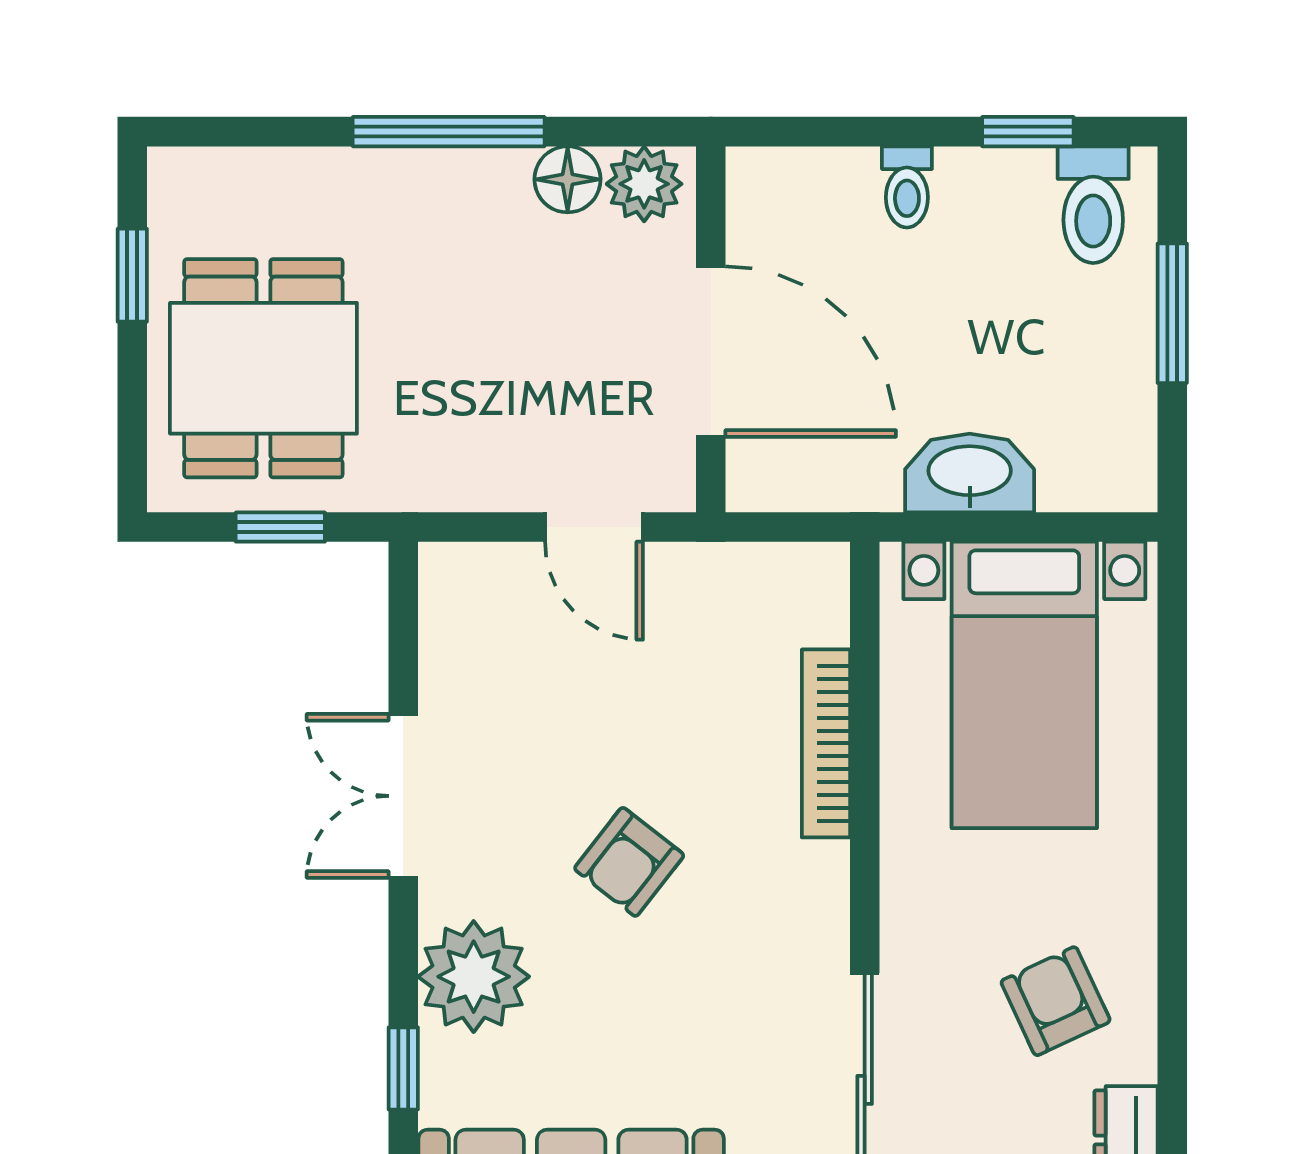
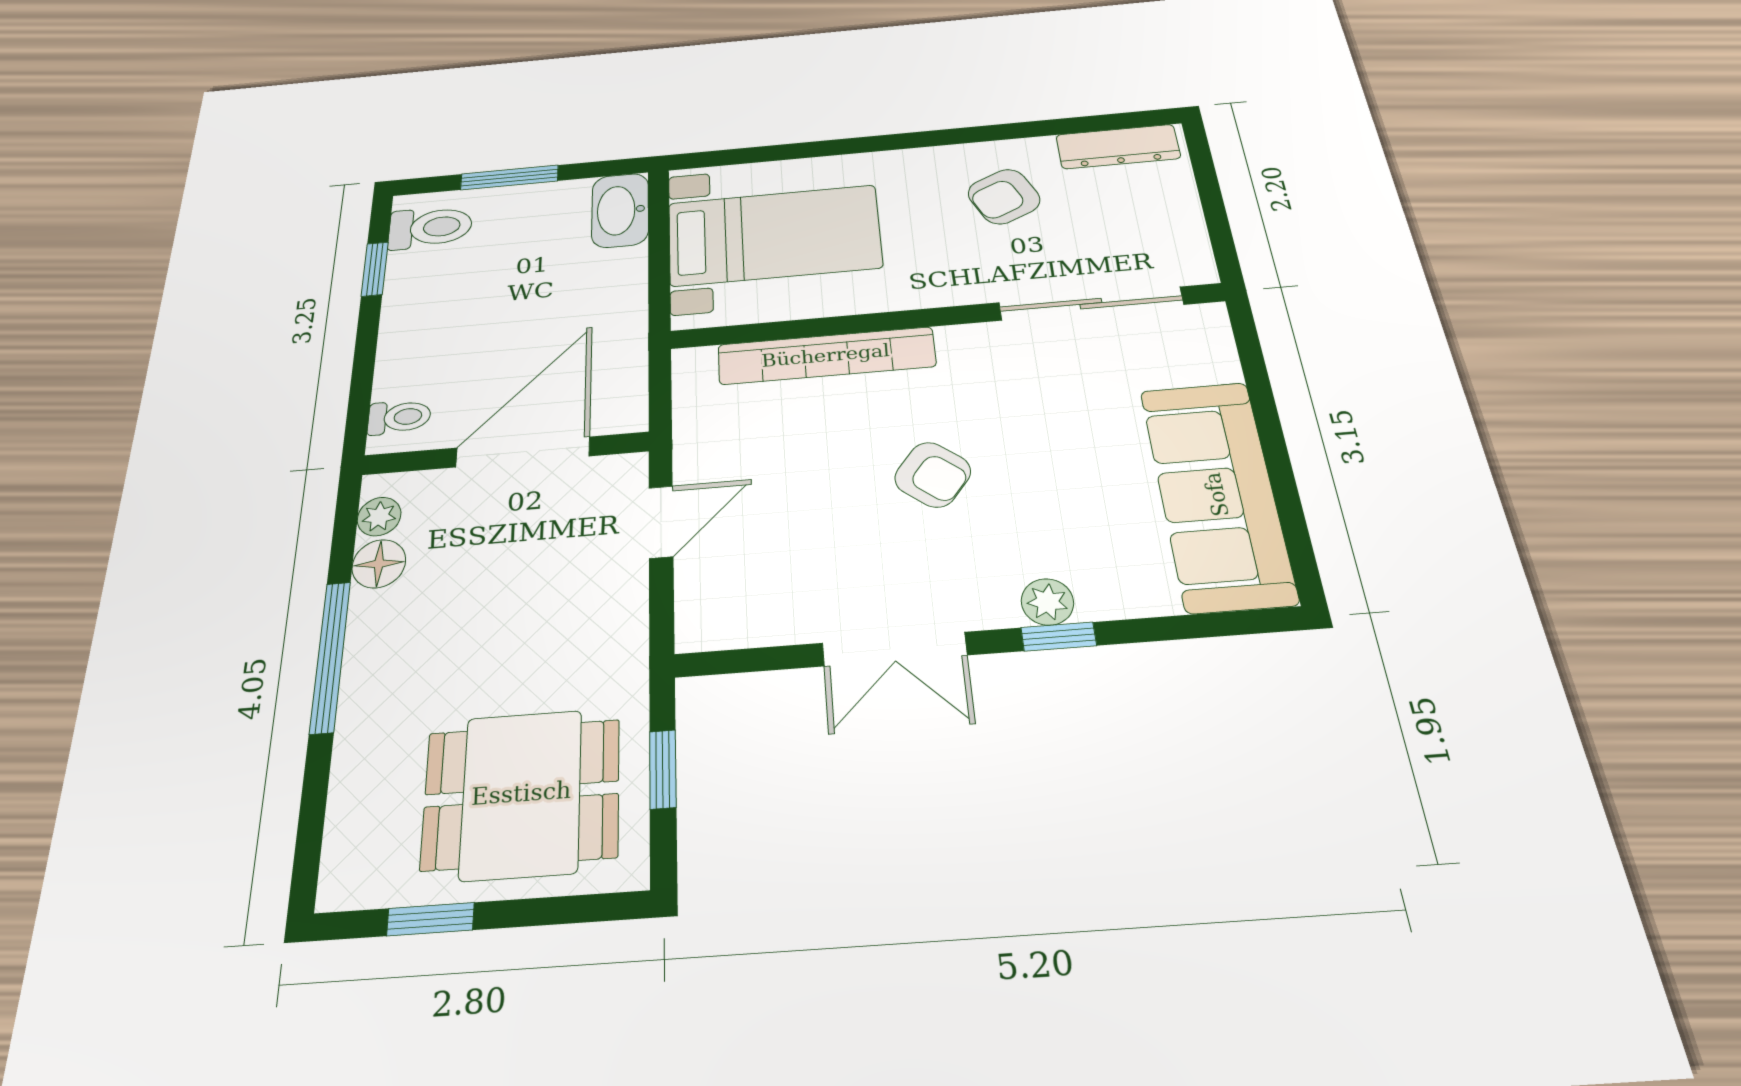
plant: (644, 184) -> (379, 517), width x0.73, depth x0.73
toilet: (907, 187) -> (399, 417), moved
washbasin: (970, 473) -> (620, 210), moved
bookcase: (826, 743) -> (826, 356), width x1.48, depth x1.31
plant: (474, 977) -> (1047, 602), width x0.53, depth x0.53
window: (403, 1068) -> (1059, 637), moved

